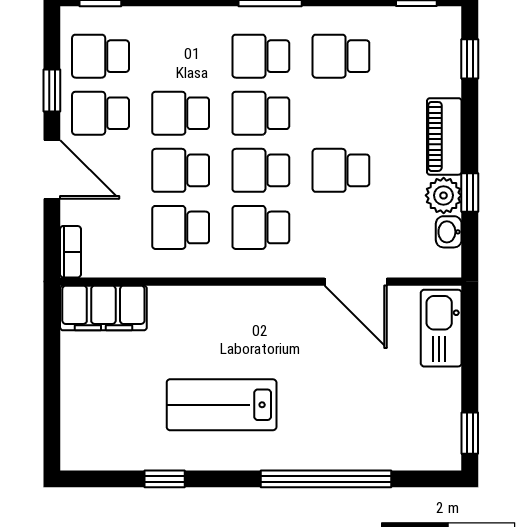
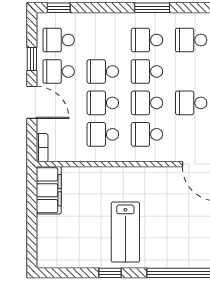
filing cabinet: (103, 308) -> (49, 190), moved, turned -90
lab bench: (222, 405) -> (125, 232), turned -90
window: (165, 479) -> (110, 273), moved

